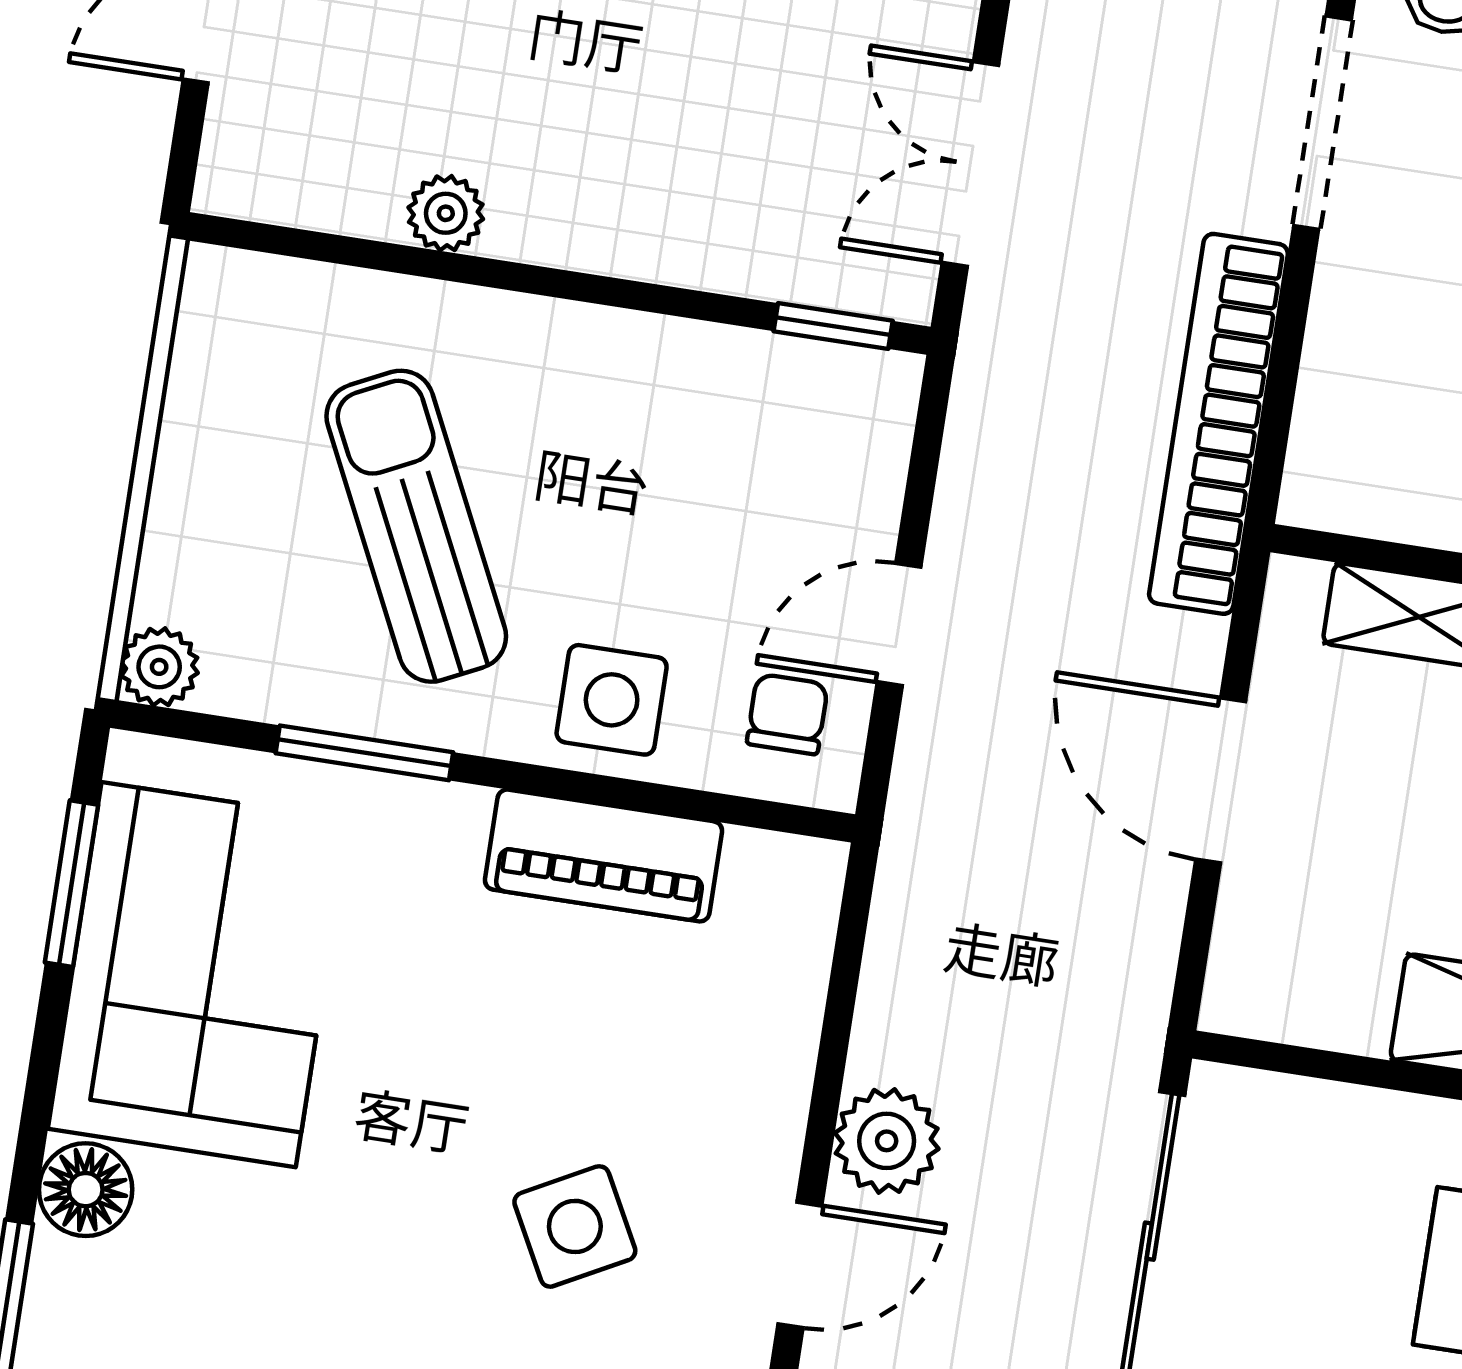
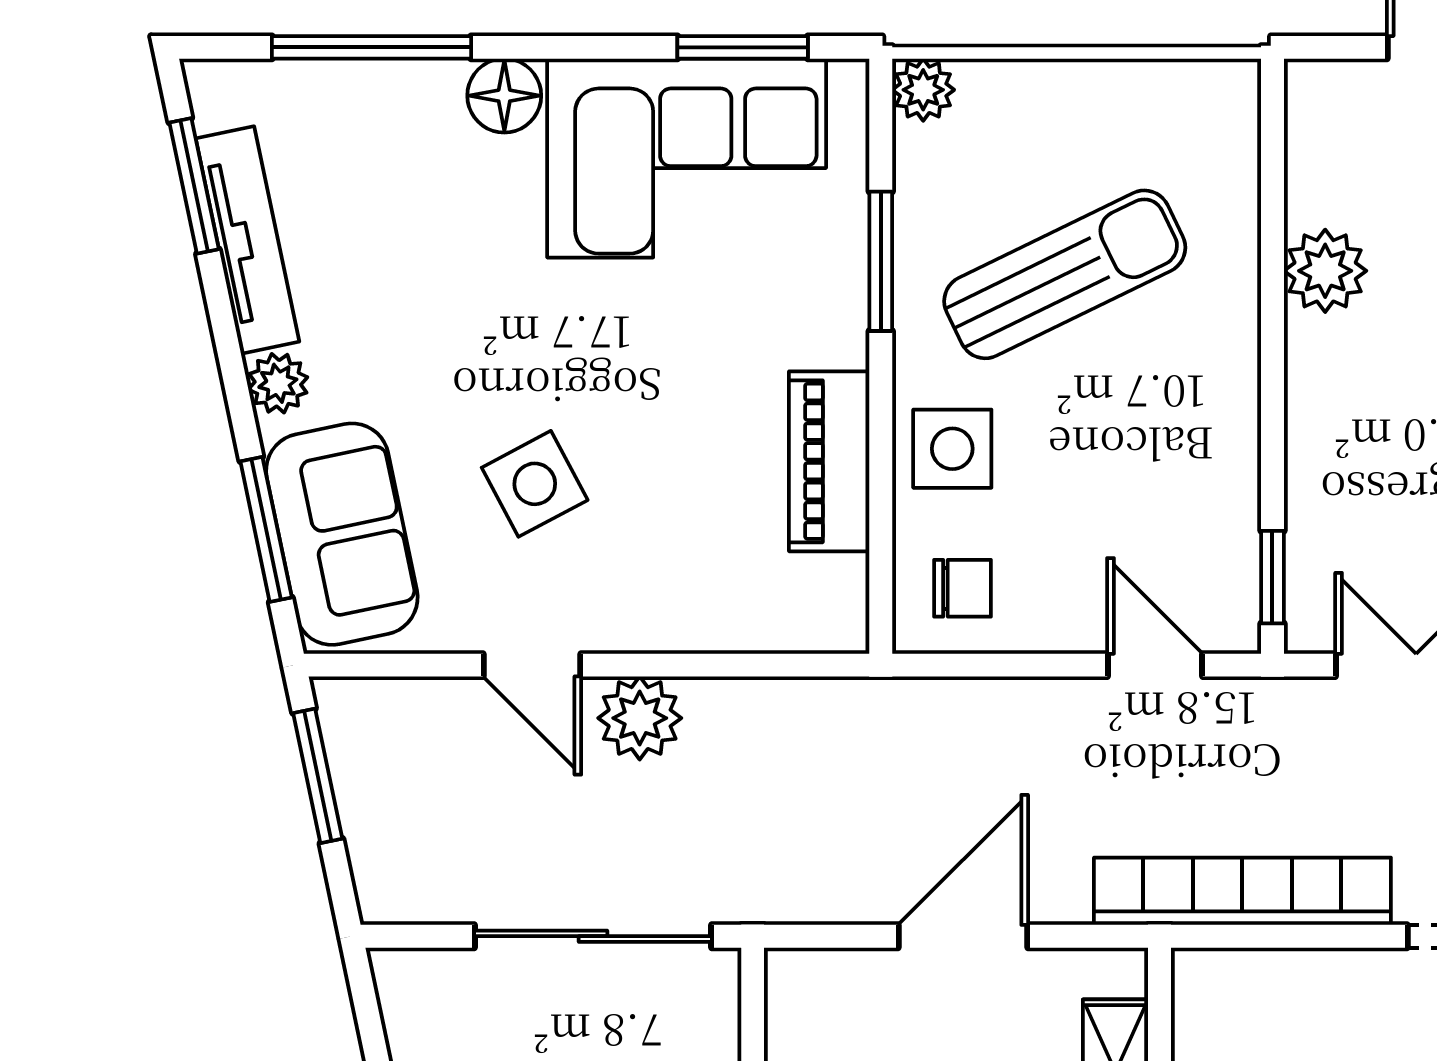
plant: (446, 213) -> (1325, 271), width x1.38, depth x1.38
door: (899, 625) -> (1155, 665), moved

